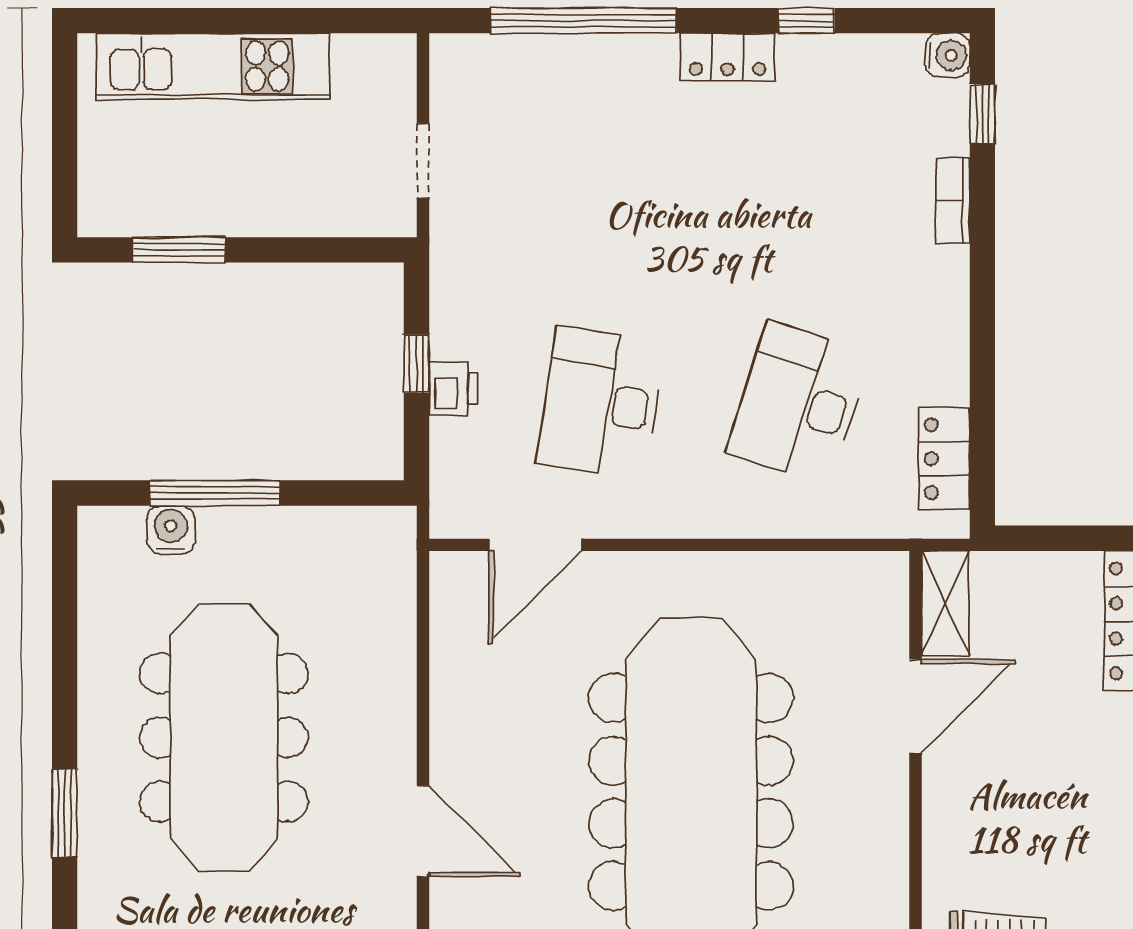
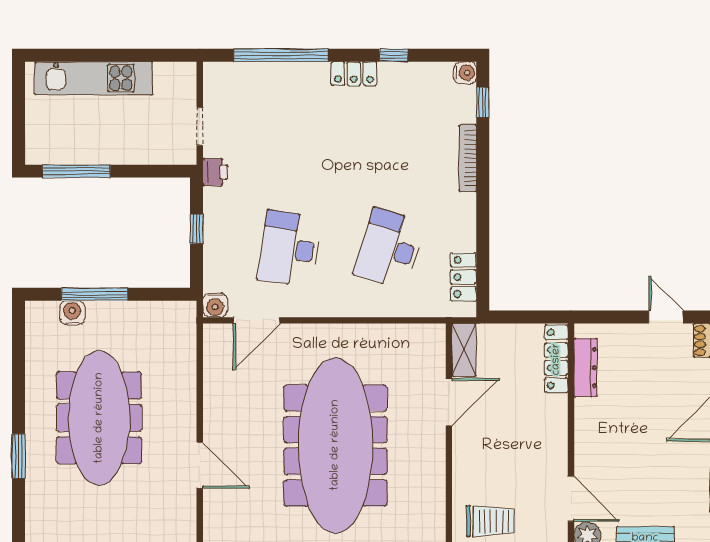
bookcase: (953, 200) -> (468, 158), width x1.56
window: (179, 250) -> (76, 171), width x1.44
printer: (453, 389) -> (215, 172), moved
water cooler: (453, 515) -> (215, 305), added

